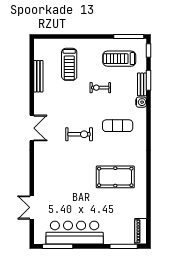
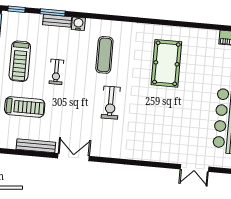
treadmill: (119, 59) -> (20, 61), moved
double door: (32, 128) -> (74, 157), moved
exercise bike: (79, 134) -> (111, 103), turned 180

